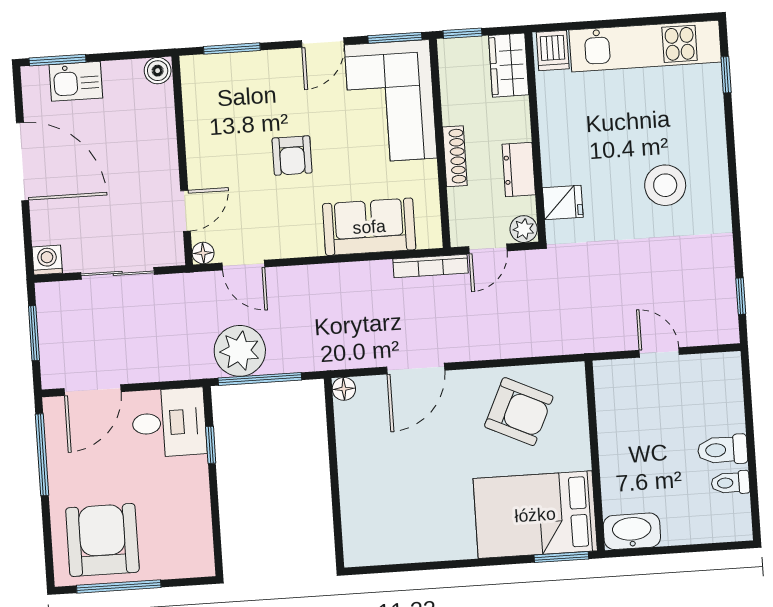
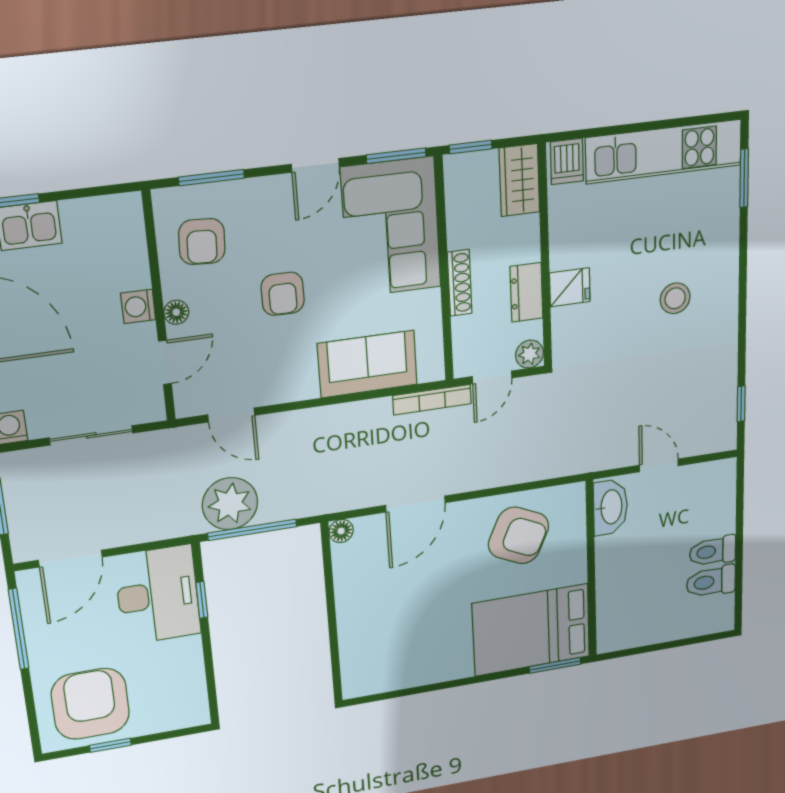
boiler: (158, 71) -> (126, 208), removed
window: (726, 75) -> (744, 178), width x1.50
armchair: (222, 104) -> (202, 242), added
washing machine: (164, 158) -> (138, 306), added
stool: (665, 185) -> (675, 298), width x0.73, depth x0.73
fridge: (563, 202) -> (570, 287), moved
floor lamp: (203, 253) -> (176, 312), moved
desk: (169, 423) -> (158, 595), width x1.37
toilet: (730, 483) -> (711, 582), width x1.37, depth x1.39
washbasin: (632, 531) -> (610, 507), moved, turned 90
window: (119, 586) -> (110, 745), width x0.46

